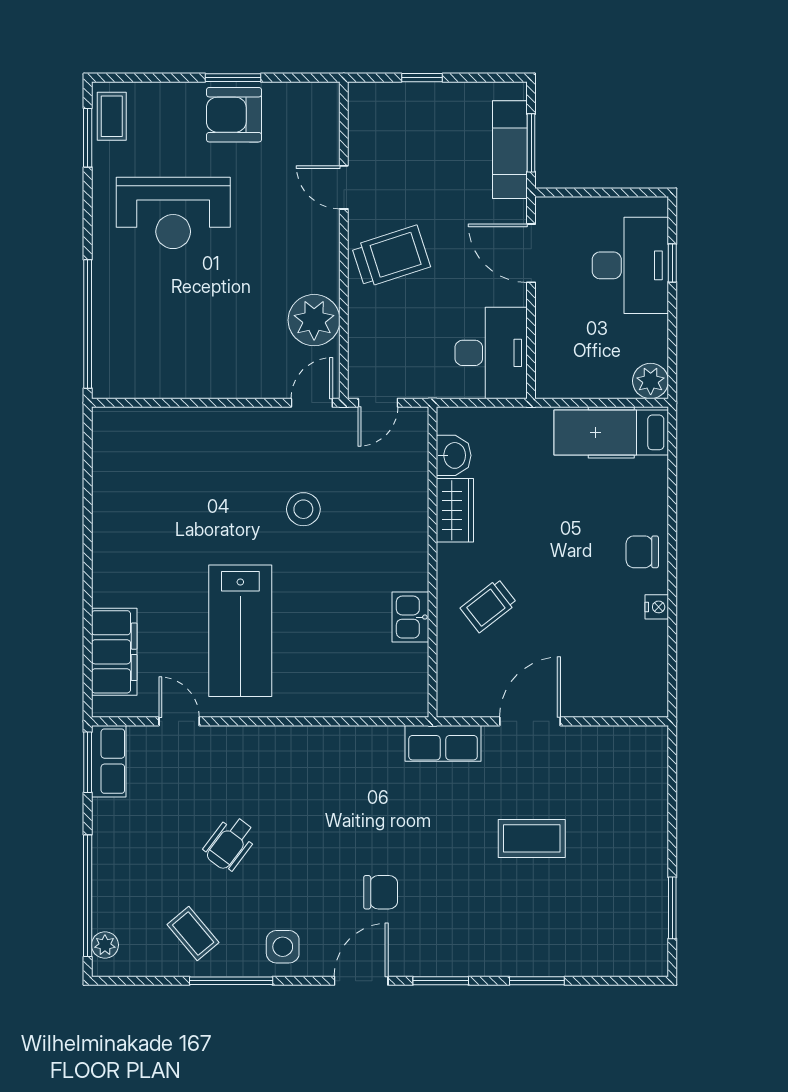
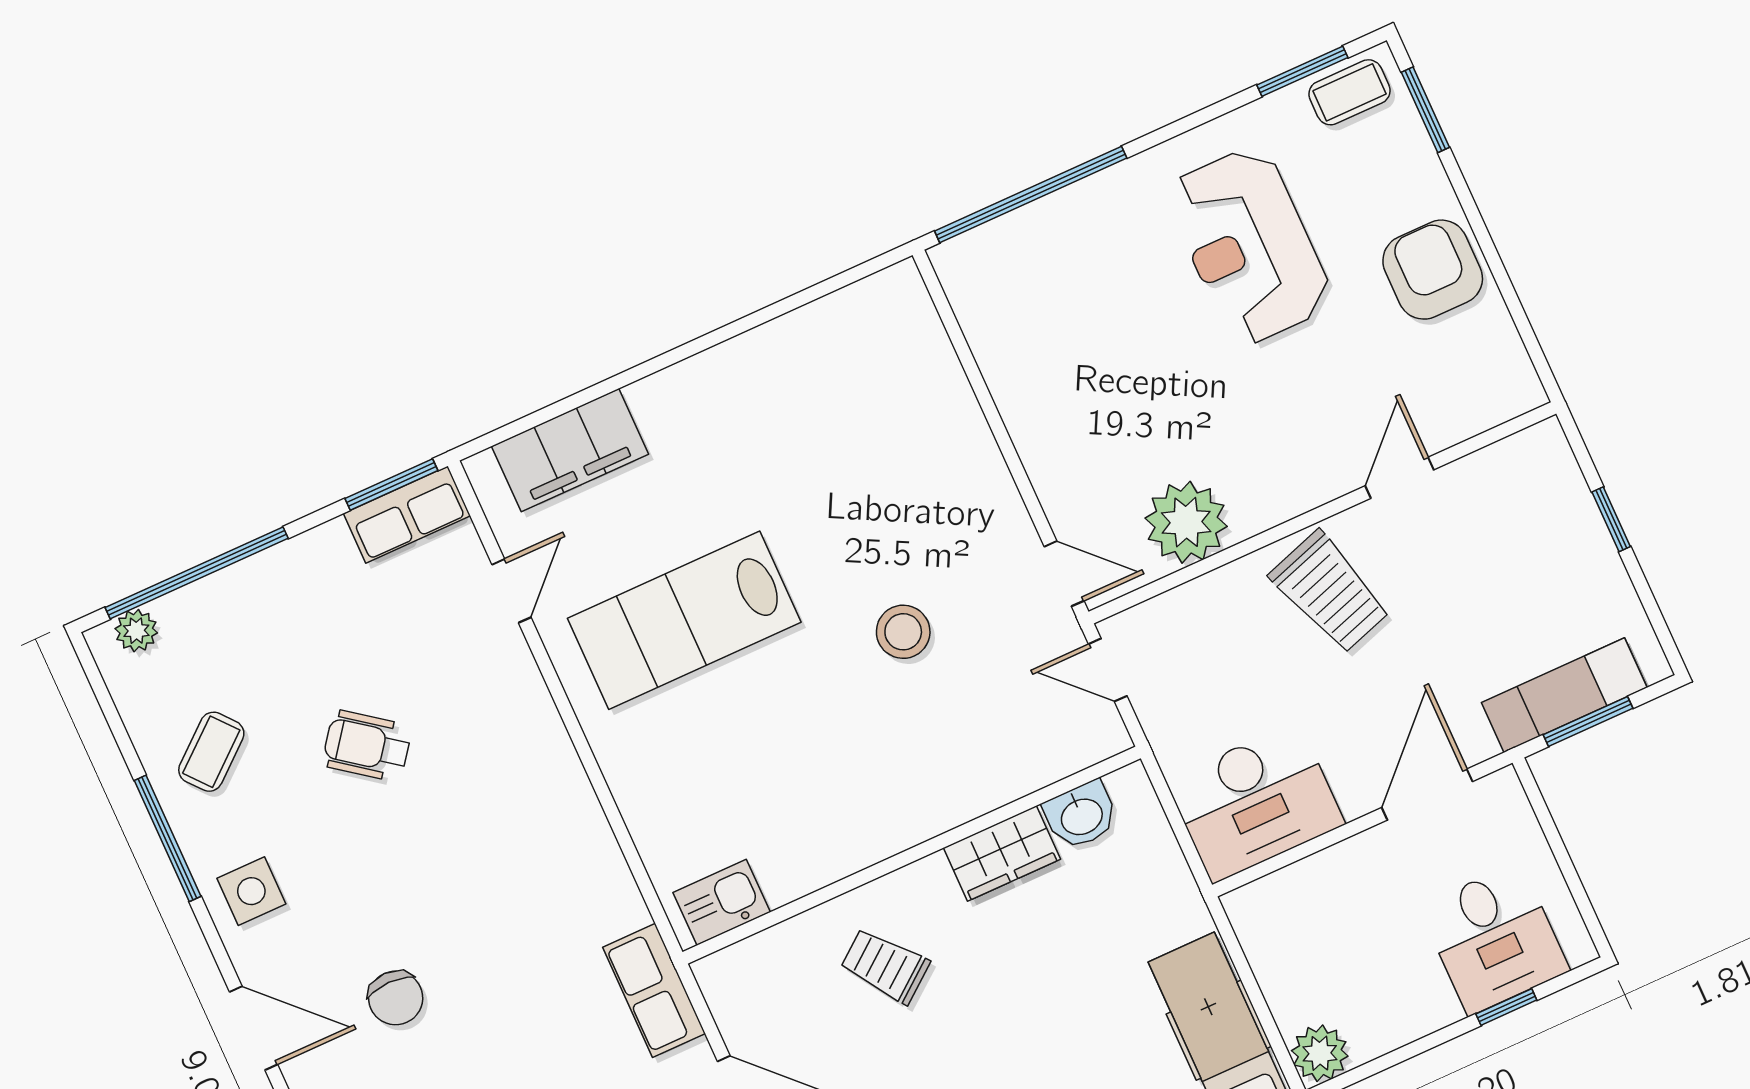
window: (233, 78) -> (1425, 110), moved
desk: (630, 265) -> (1494, 939), width x0.73
kitchen sink: (410, 617) -> (722, 902), moved

